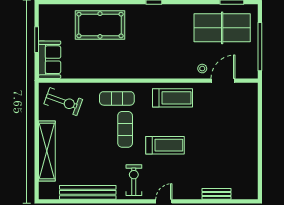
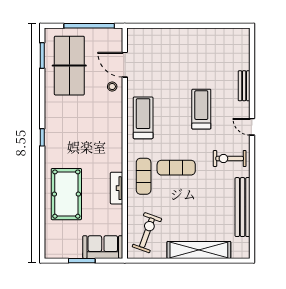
tv unit: (106, 73) -> (117, 188), added
treadmill: (165, 145) -> (201, 109), moved
bench: (216, 194) -> (244, 86), moved

